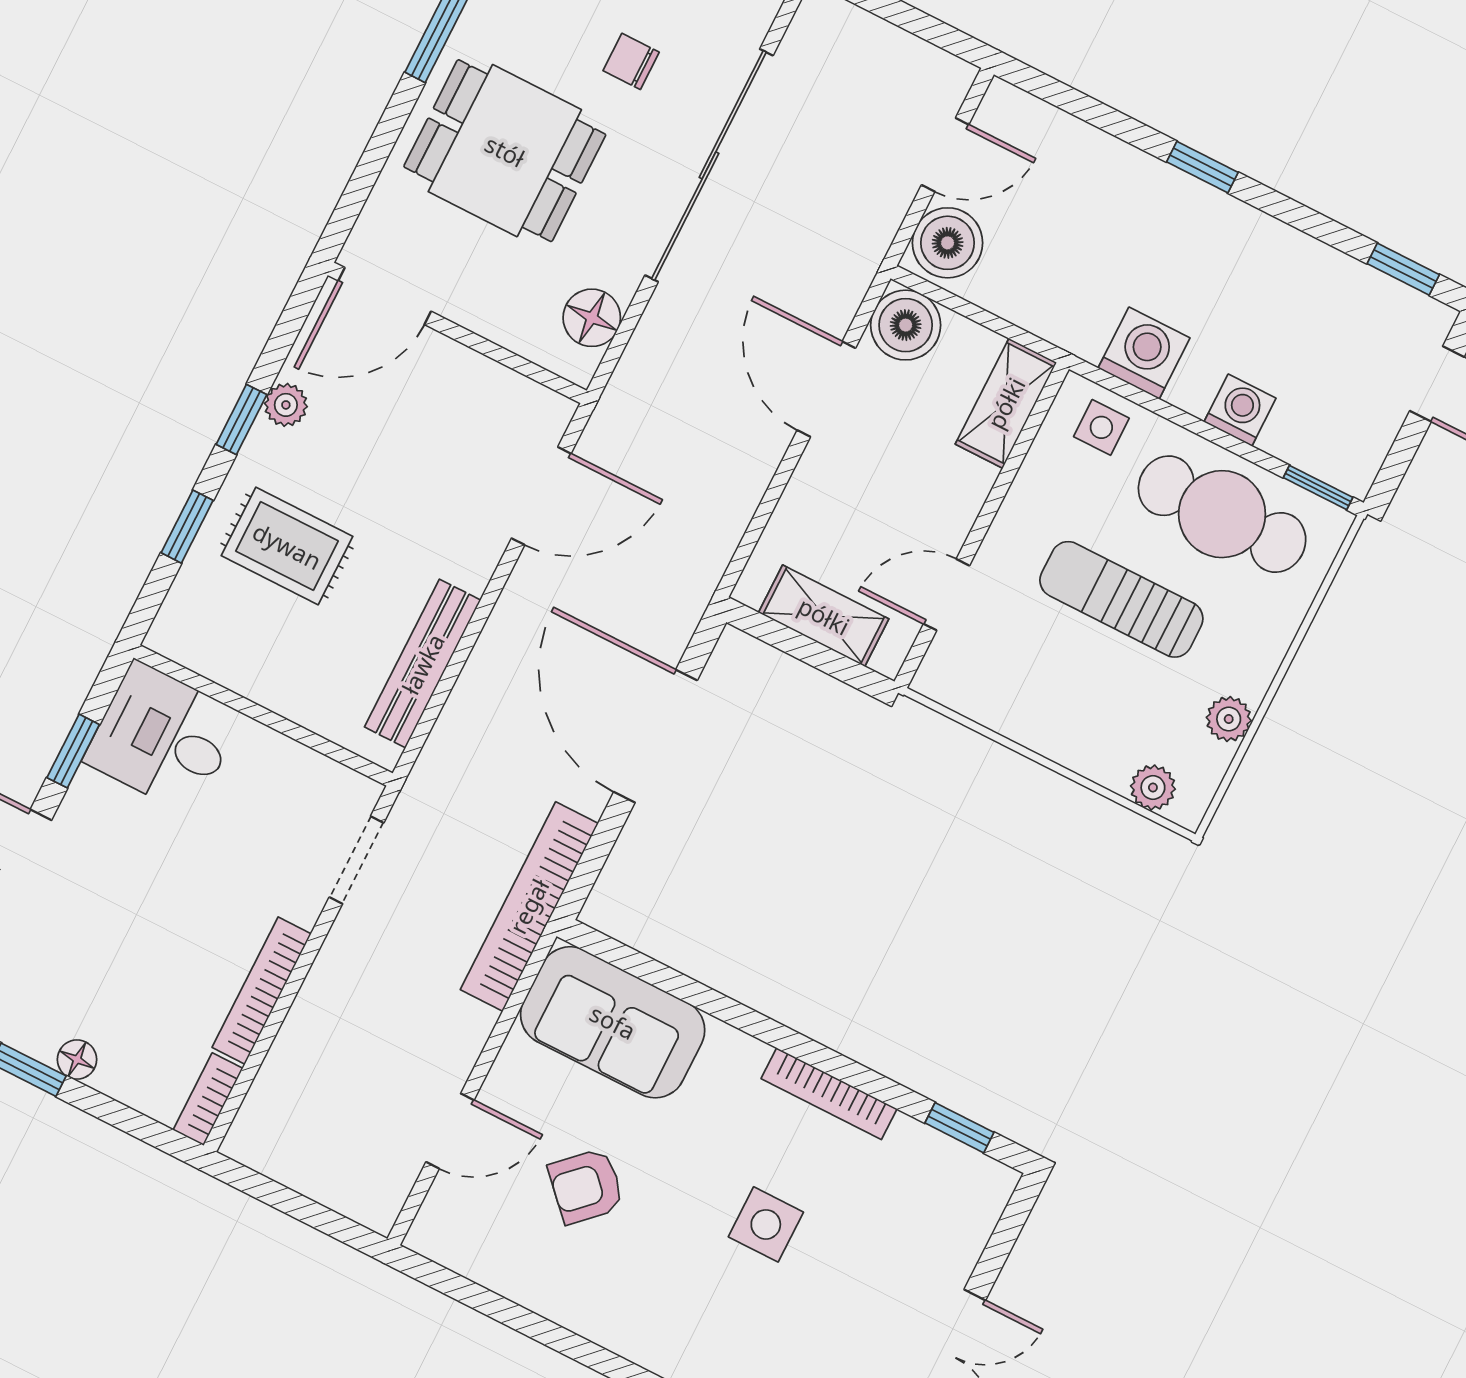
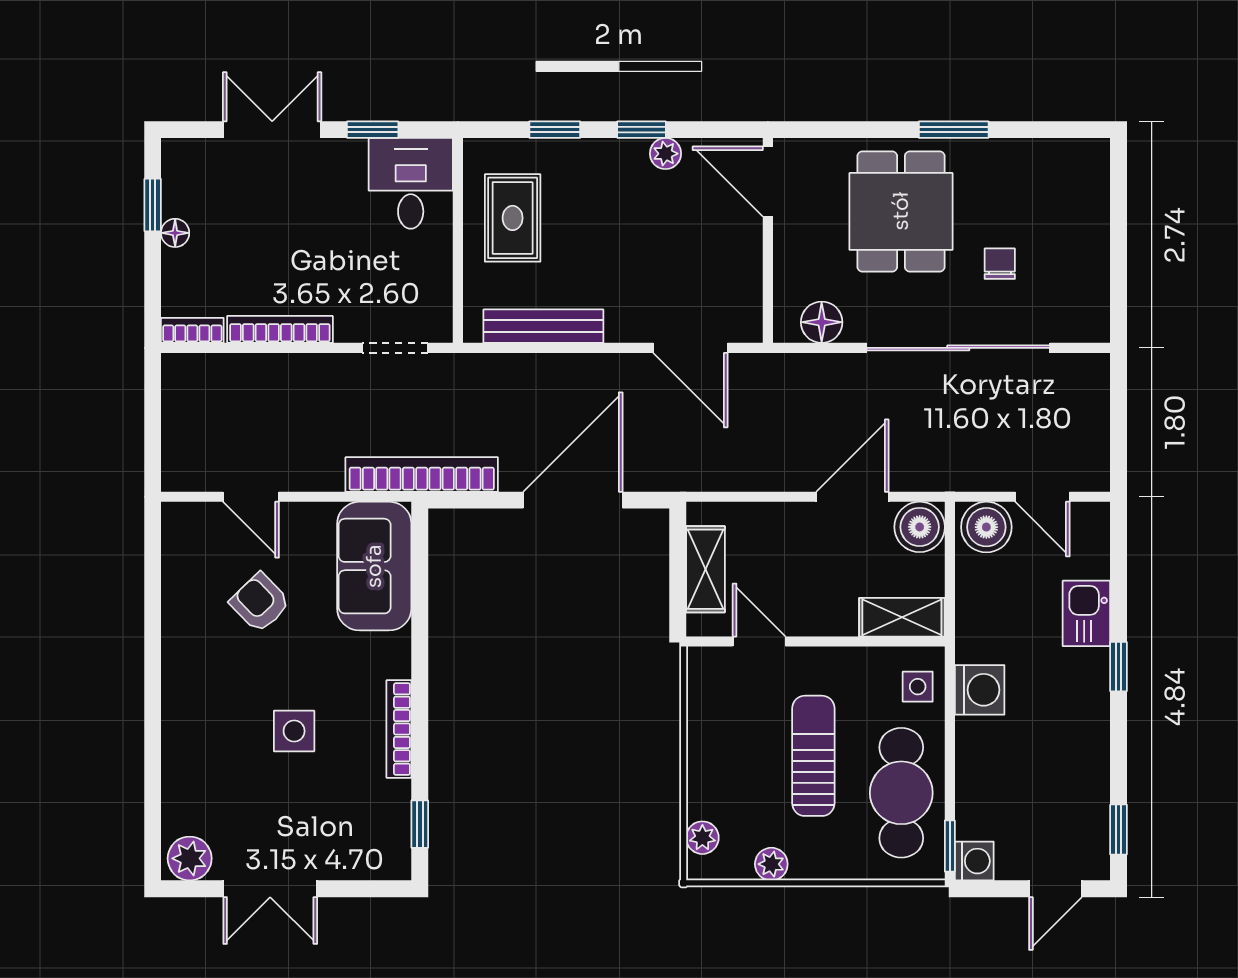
kitchen sink: (1117, 173) -> (1086, 613), added
washing machine: (1240, 410) -> (974, 861), moved
rug: (287, 546) -> (513, 218), moved

